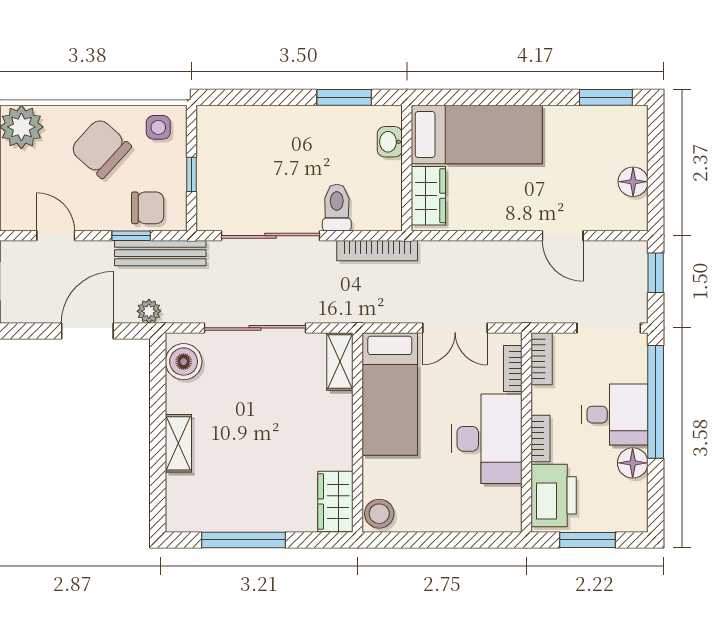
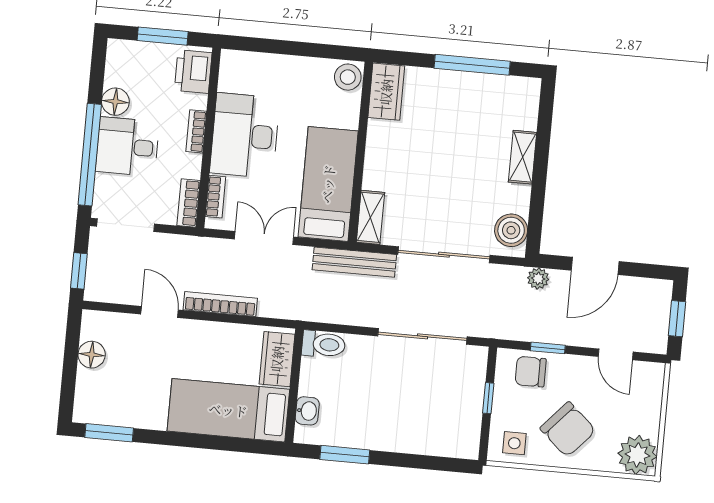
toilet: (337, 208) -> (324, 344), moved, turned -90
bookcase: (377, 251) -> (220, 304), moved
bench: (160, 253) -> (354, 262), moved
printer: (554, 495) -> (193, 72), width x0.73, depth x0.84

